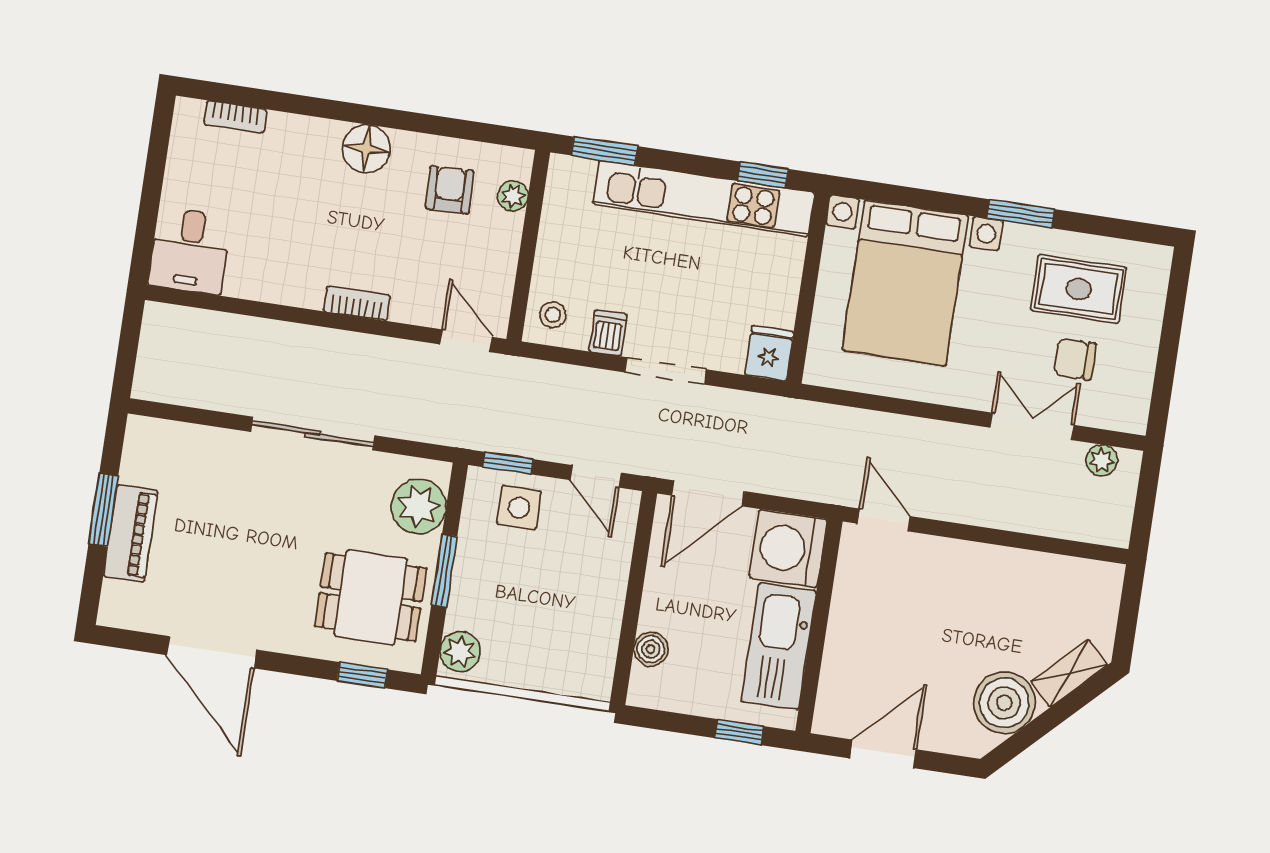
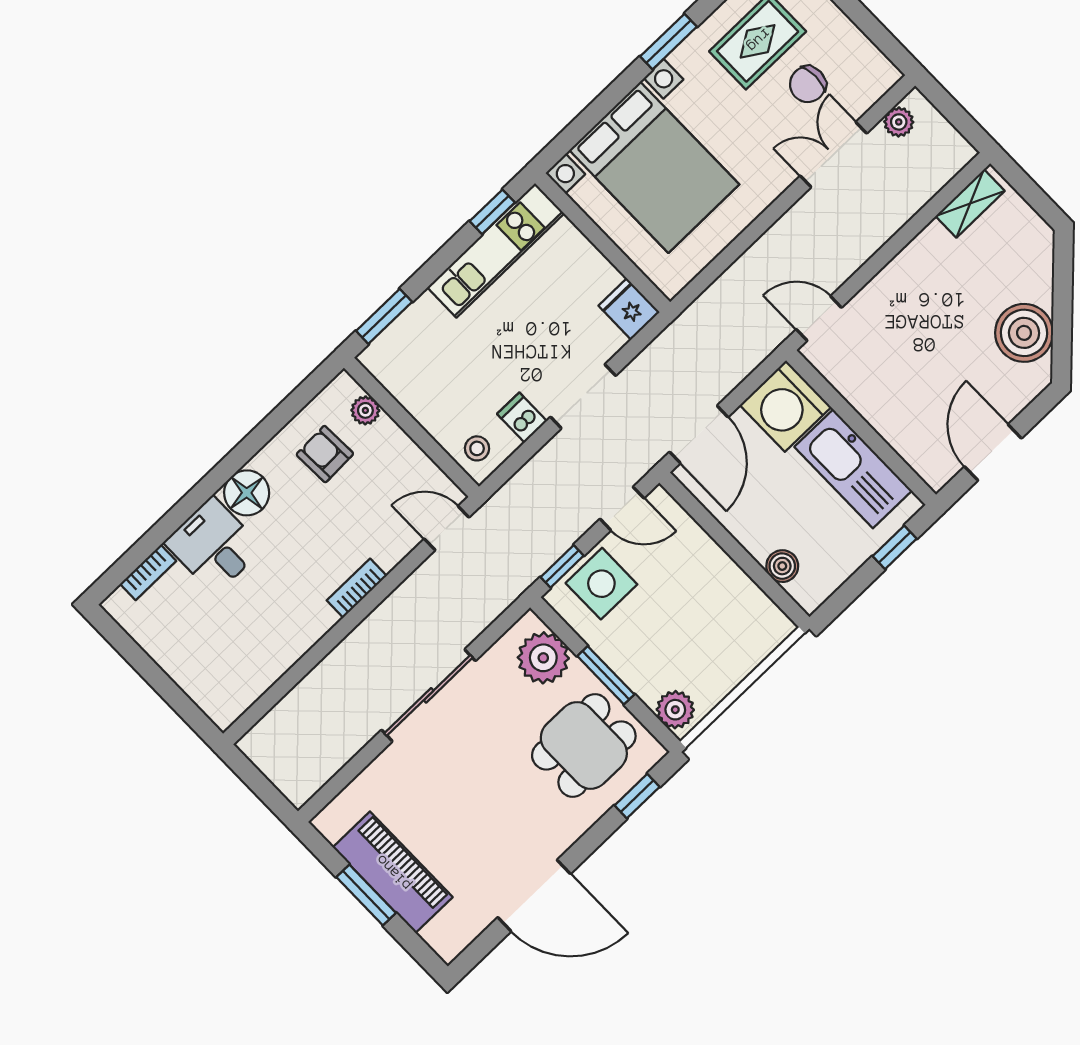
kitchen unit: (704, 198) -> (496, 250), width x0.73
desk: (190, 251) -> (214, 545), moved, turned 180
side table: (519, 508) -> (601, 584), width x1.37, depth x1.37
piano: (131, 533) -> (393, 872), width x1.37, depth x1.33
shelving: (1069, 673) -> (970, 204), moved, turned 45

